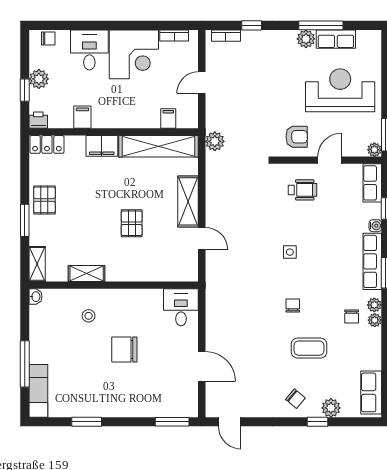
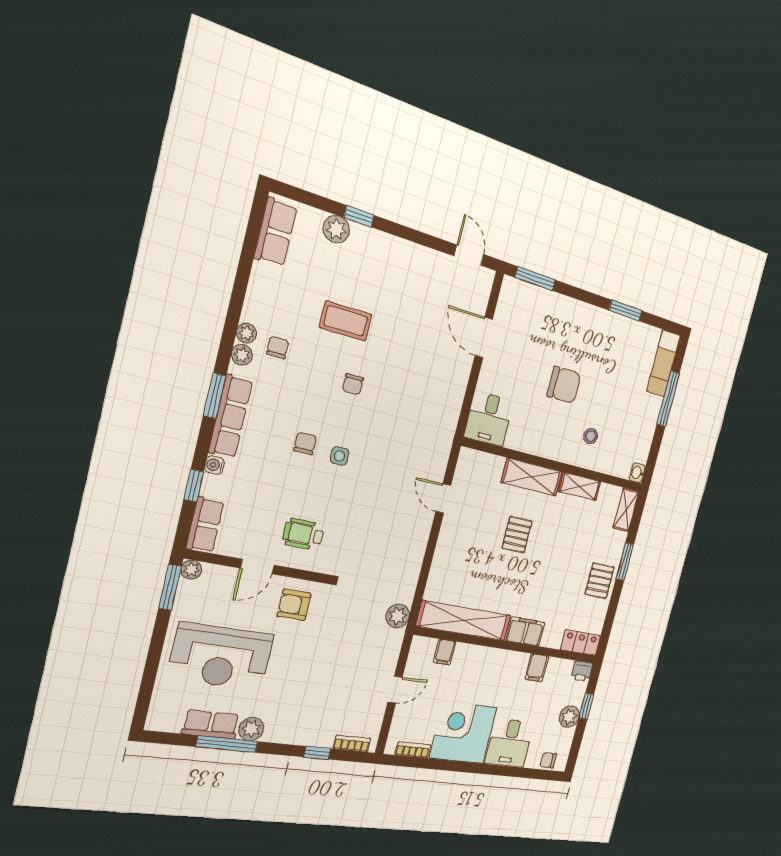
shelving: (188, 201) -> (532, 477), moved, turned 90
chair: (295, 399) -> (305, 443), moved, turned 50

